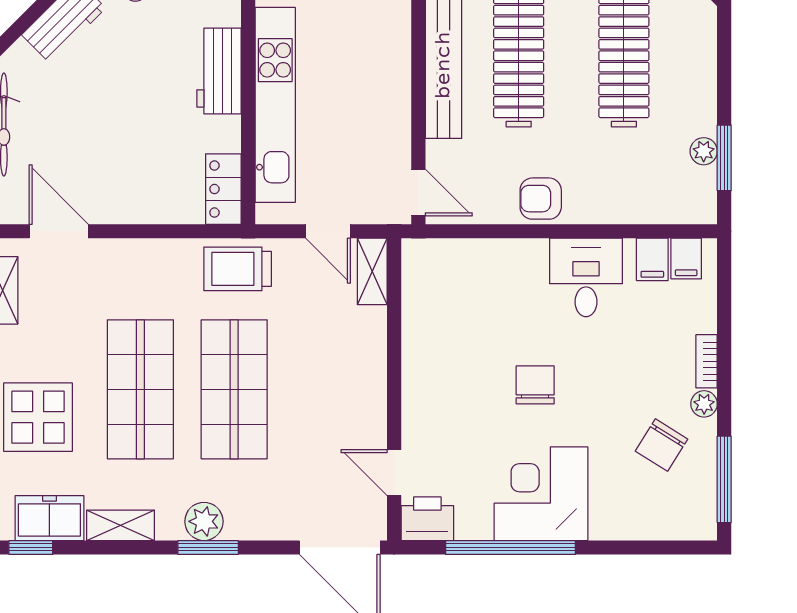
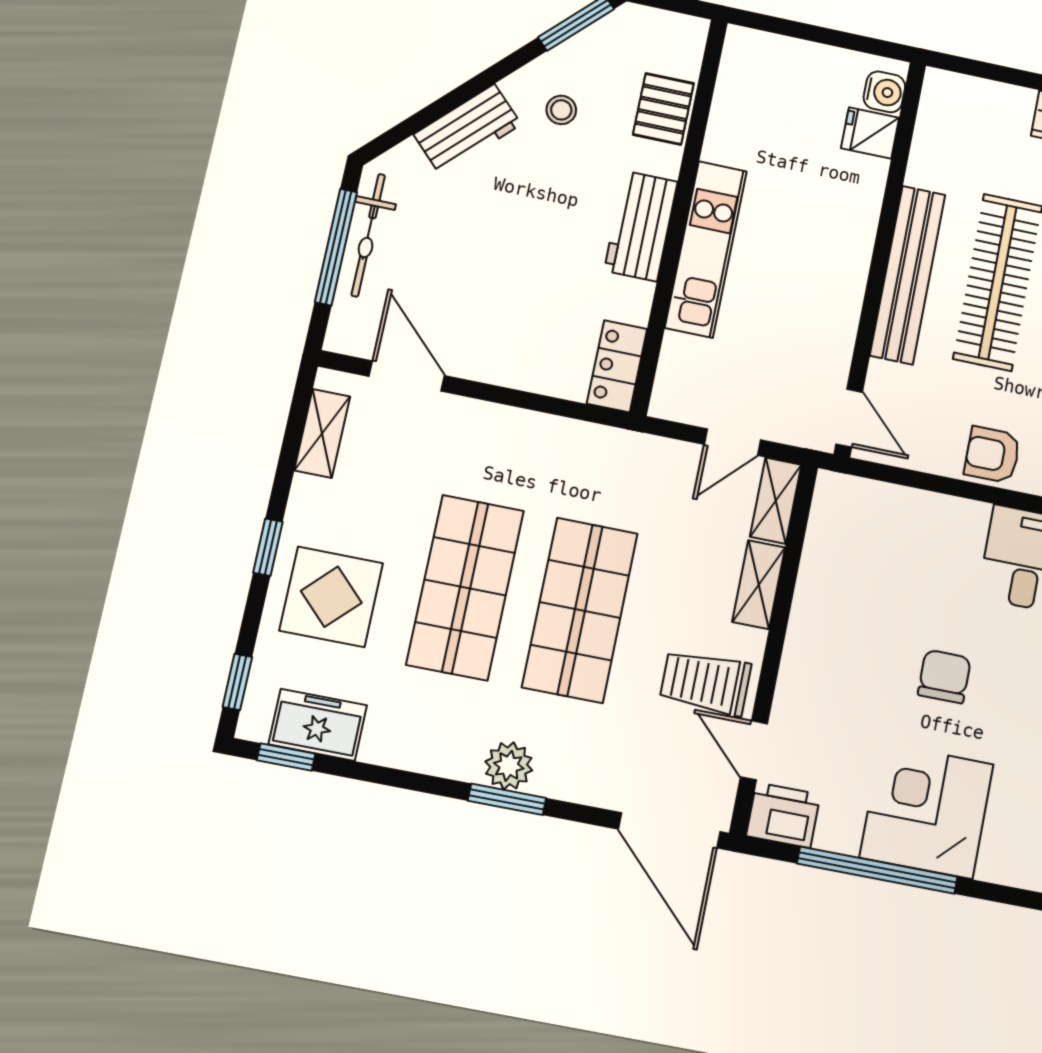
kitchen unit: (275, 105) -> (706, 249), width x0.73
door: (328, 231) -> (732, 442), hinge flipped
trolley: (238, 269) -> (705, 682), moved
shelving: (121, 525) -> (759, 585), moved, turned 90

